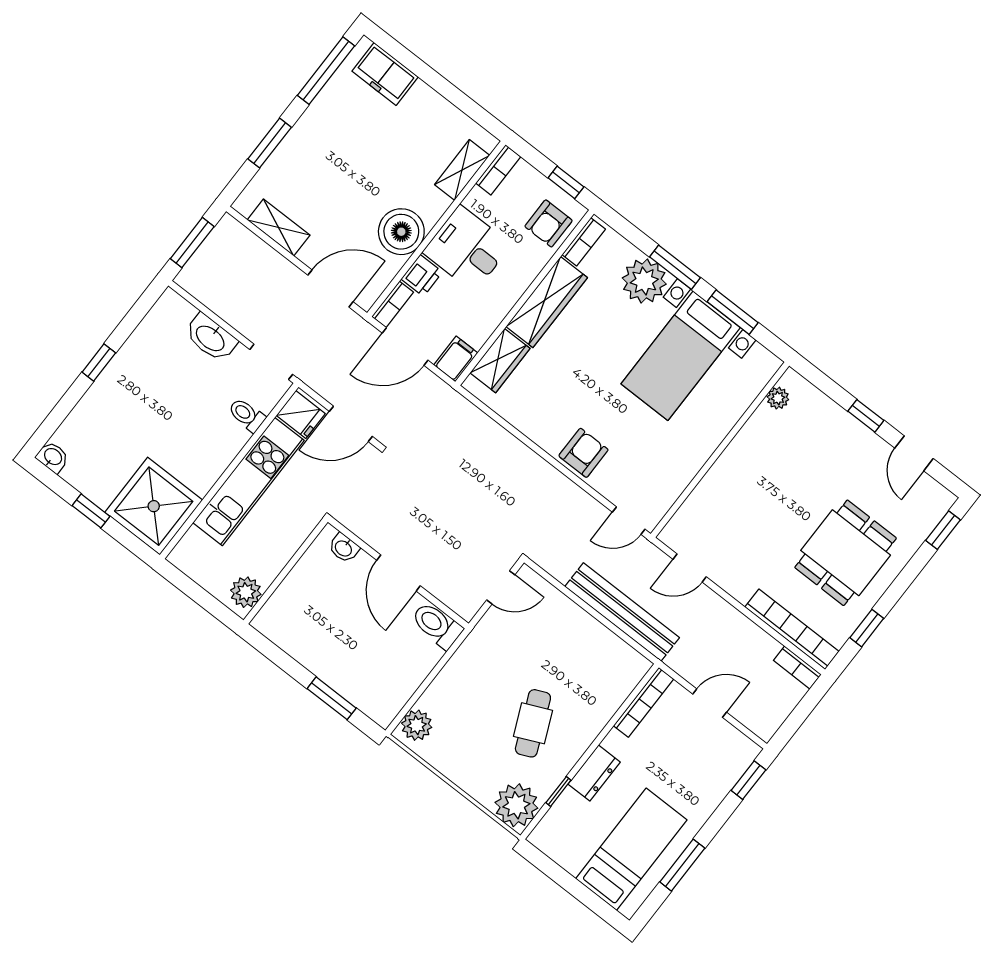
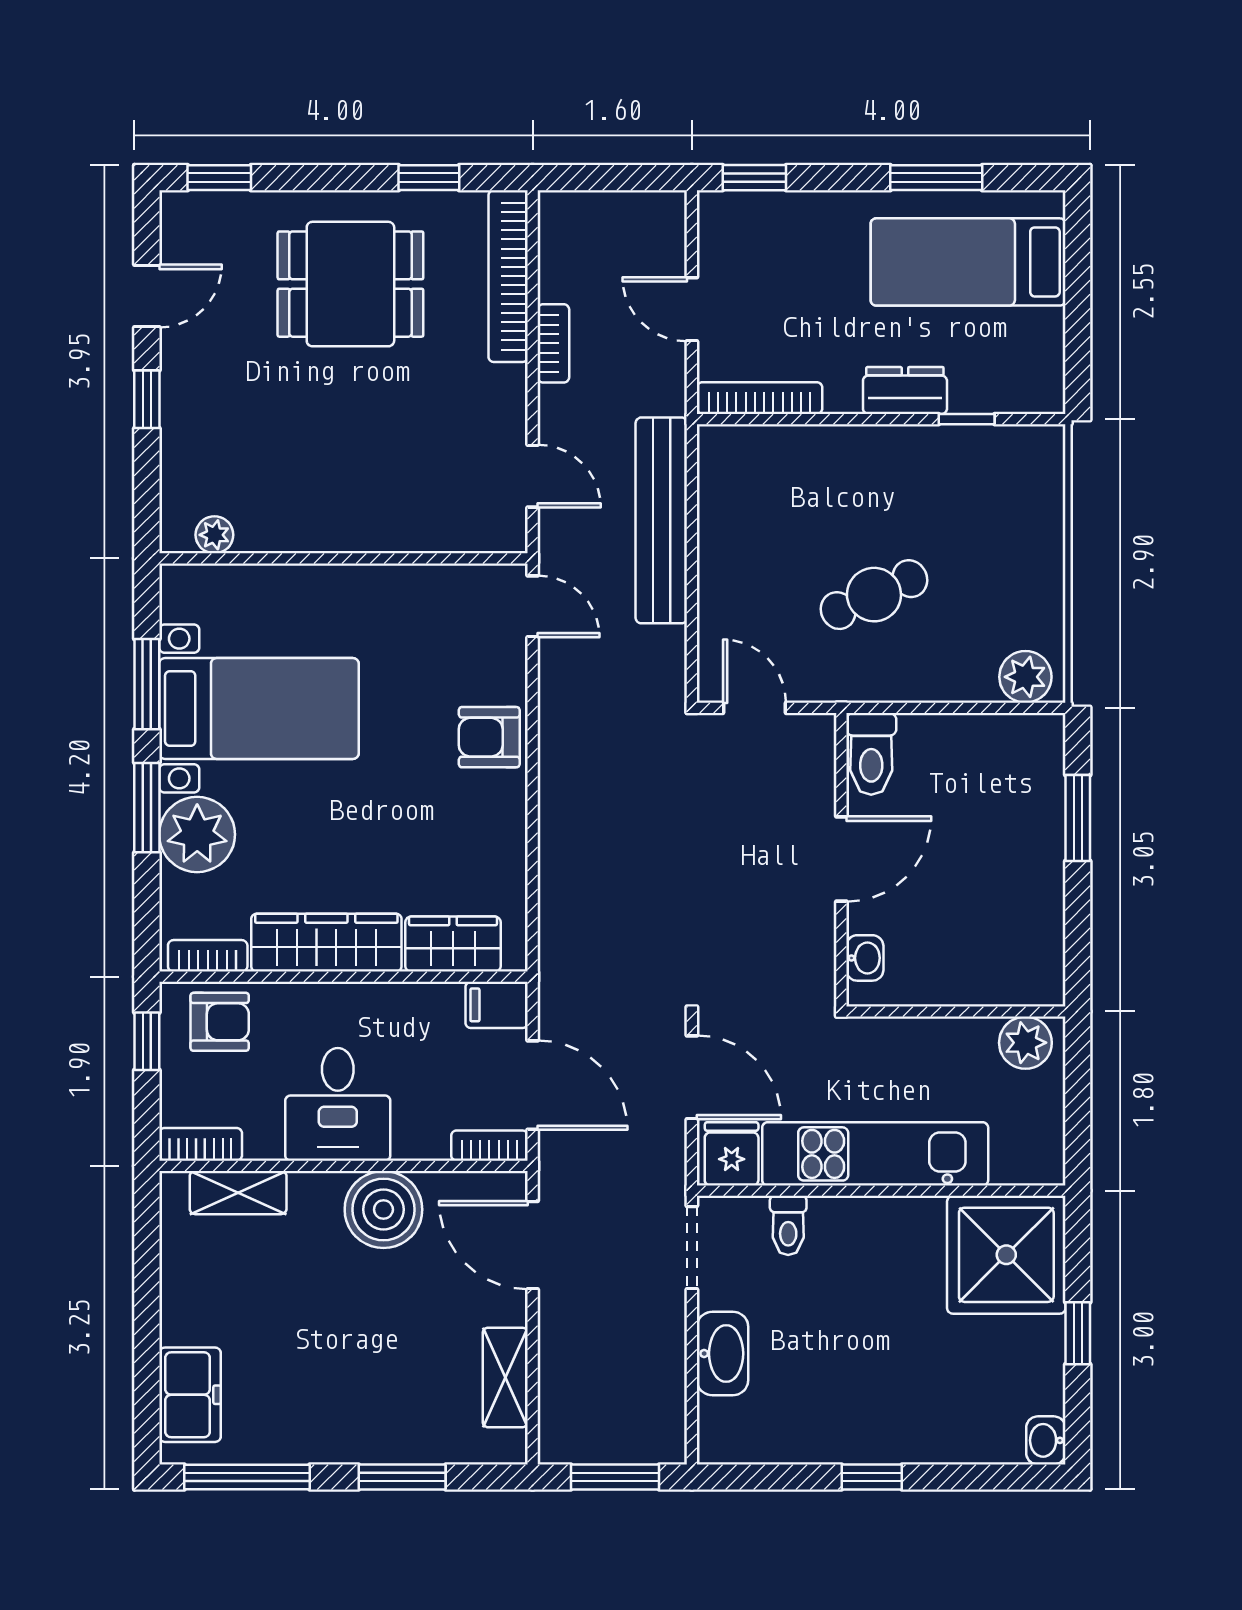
printer: (422, 276) -> (421, 1137), removed
bookcase: (797, 667) -> (553, 343), moved
cafe table: (533, 723) -> (874, 595), moved
plant: (516, 805) -> (1029, 461), removed

